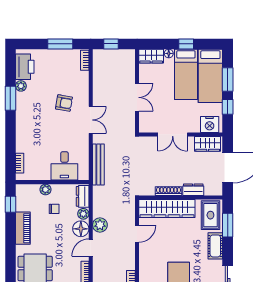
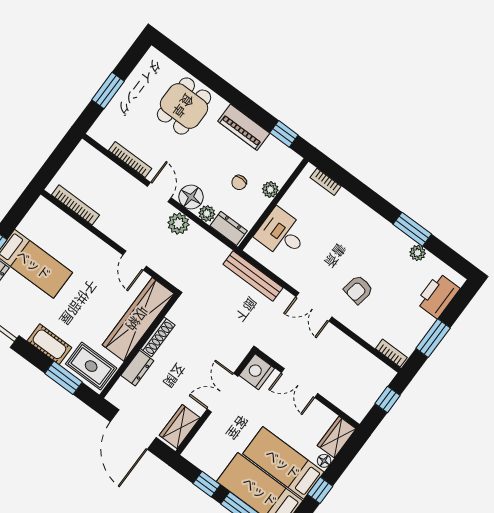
printer: (25, 67) -> (438, 296), moved, turned 90
nightstand: (210, 125) -> (257, 372), moved

